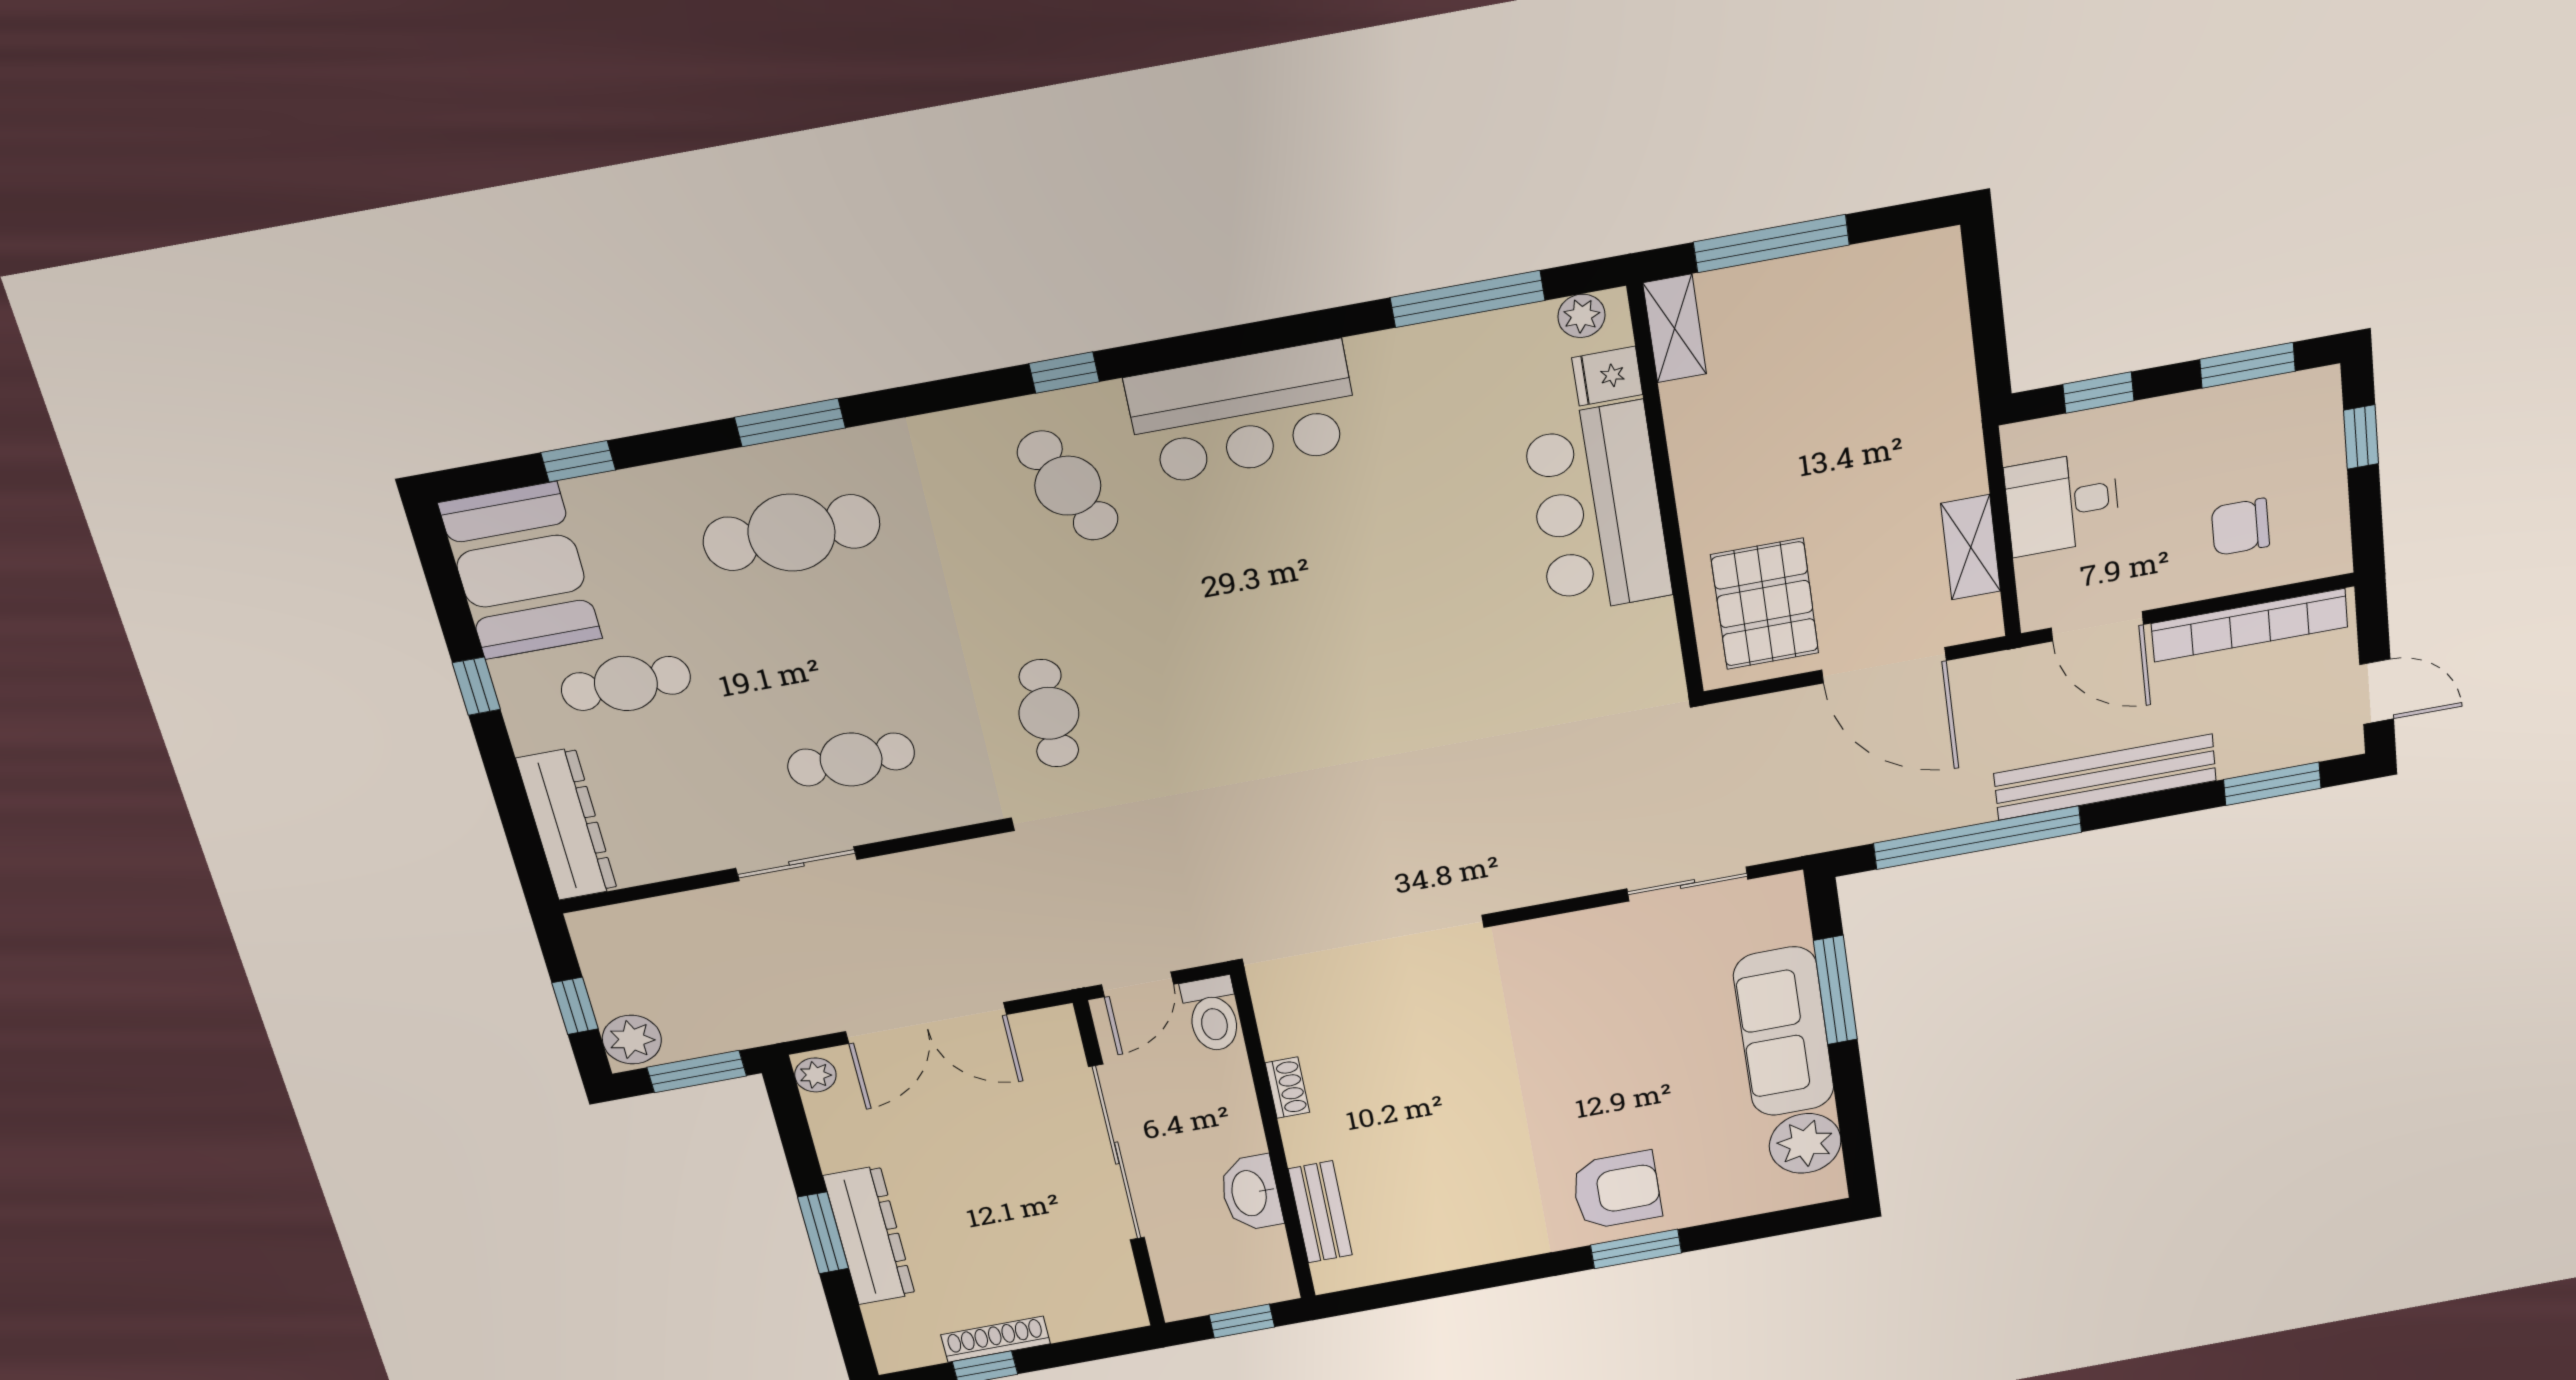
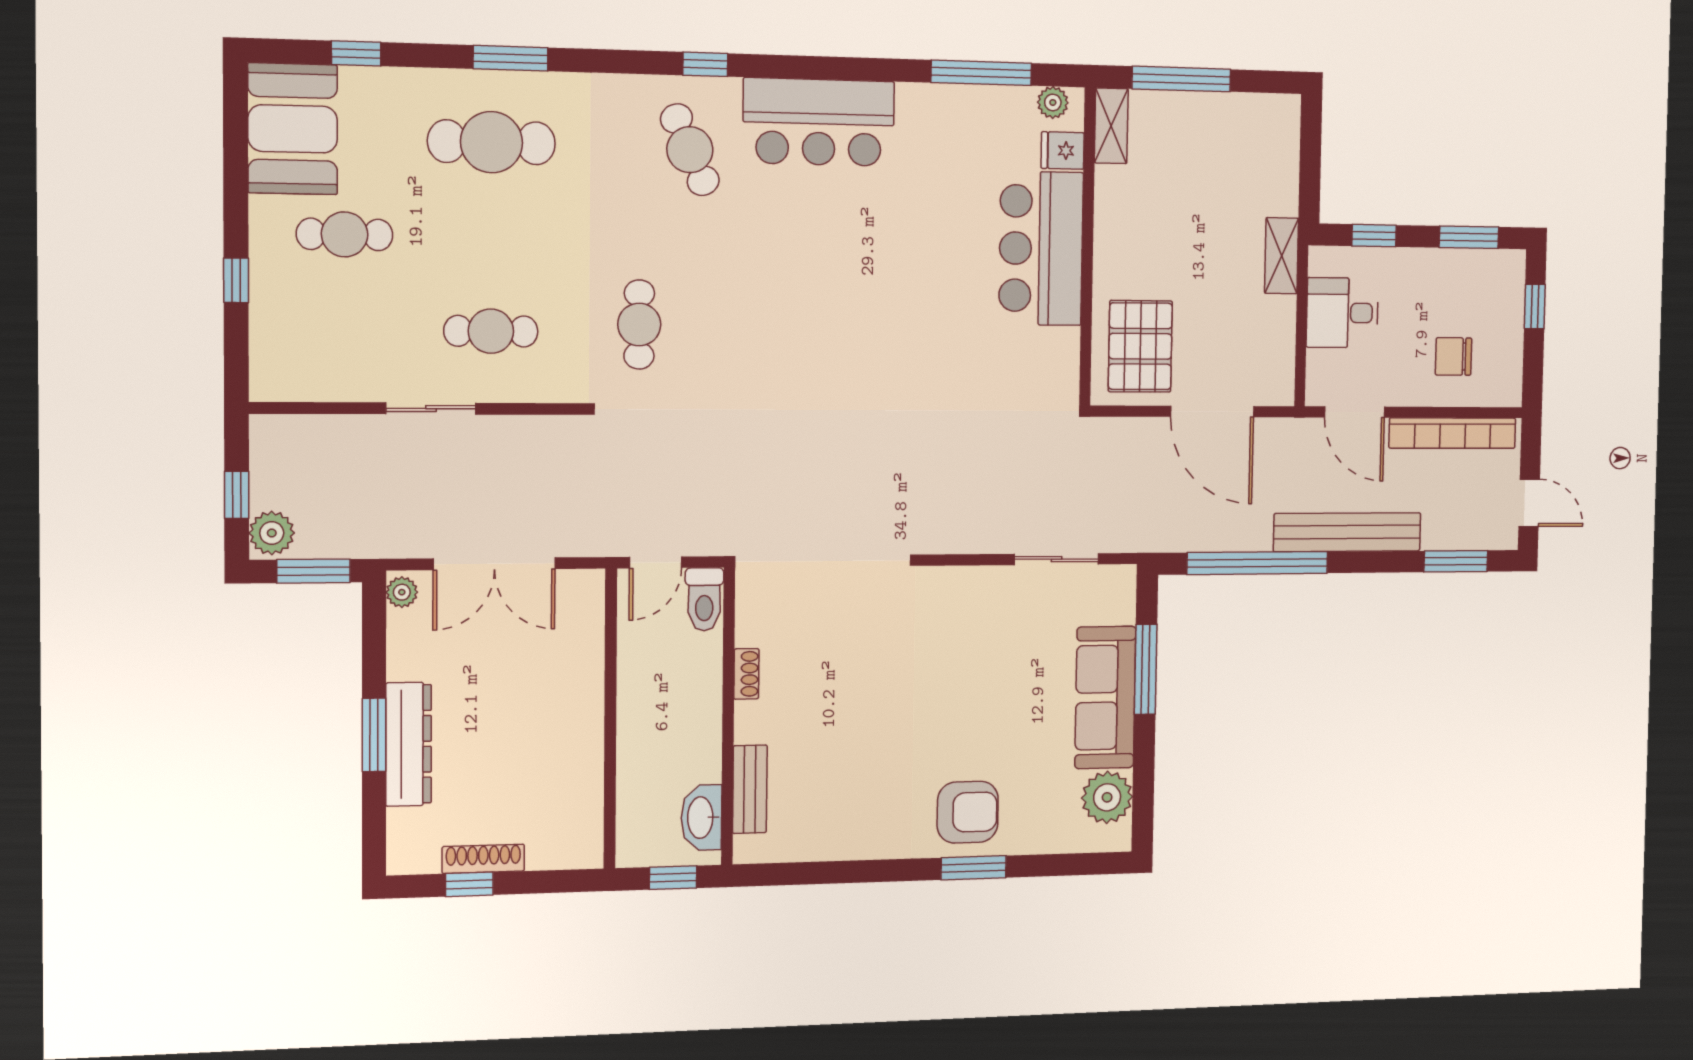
shelving: (1971, 547) -> (1282, 256), moved
window: (476, 686) -> (236, 280), moved
dresser: (567, 824) -> (271, 340), removed
sliding door: (1117, 1153) -> (610, 707), removed
washbasin: (1251, 1193) -> (701, 818), moved

